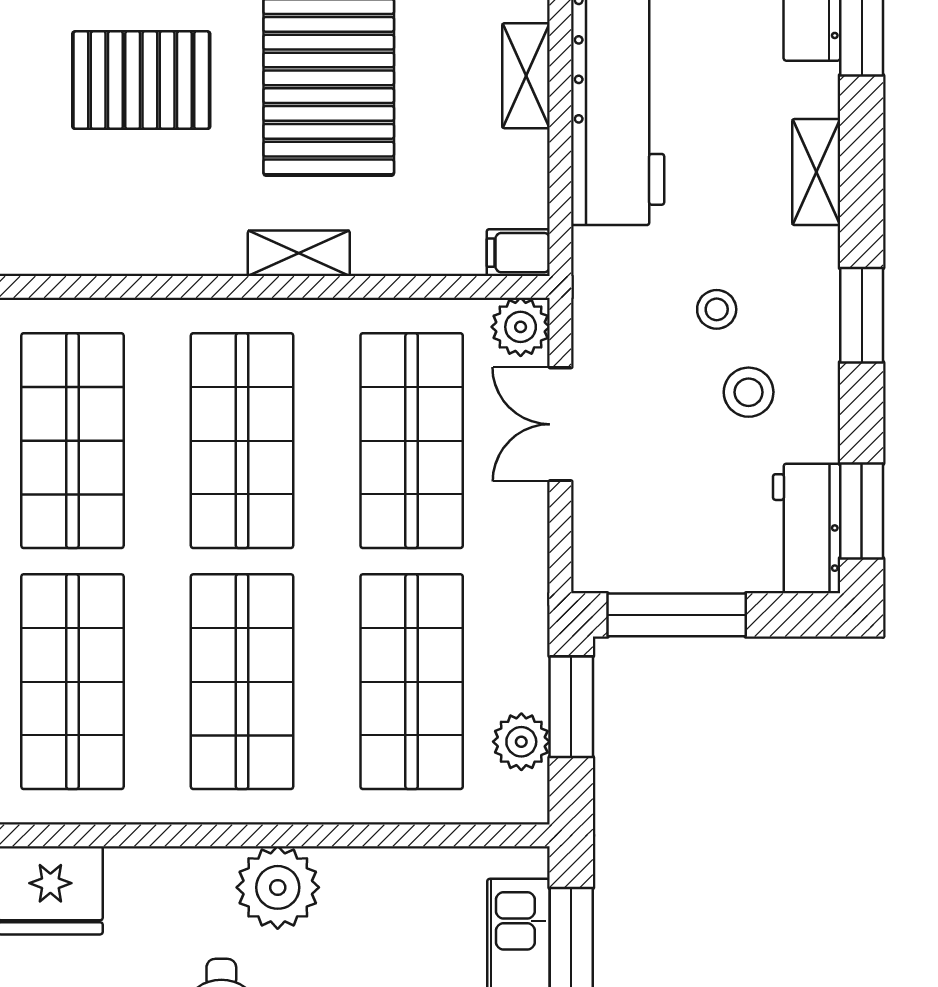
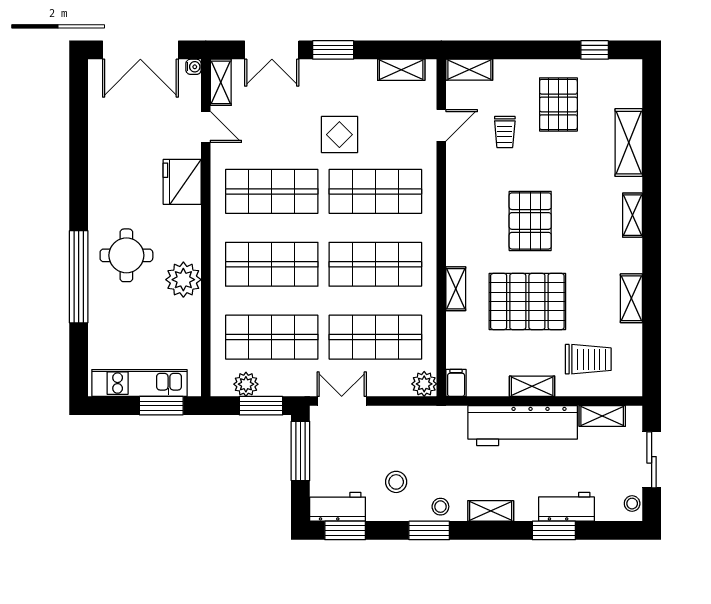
stool: (717, 309) -> (440, 507), moved
double door: (560, 424) -> (342, 401), moved

